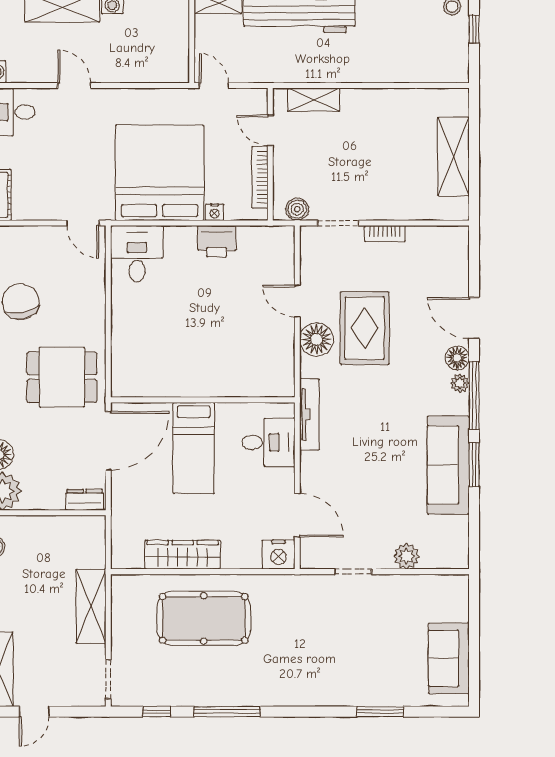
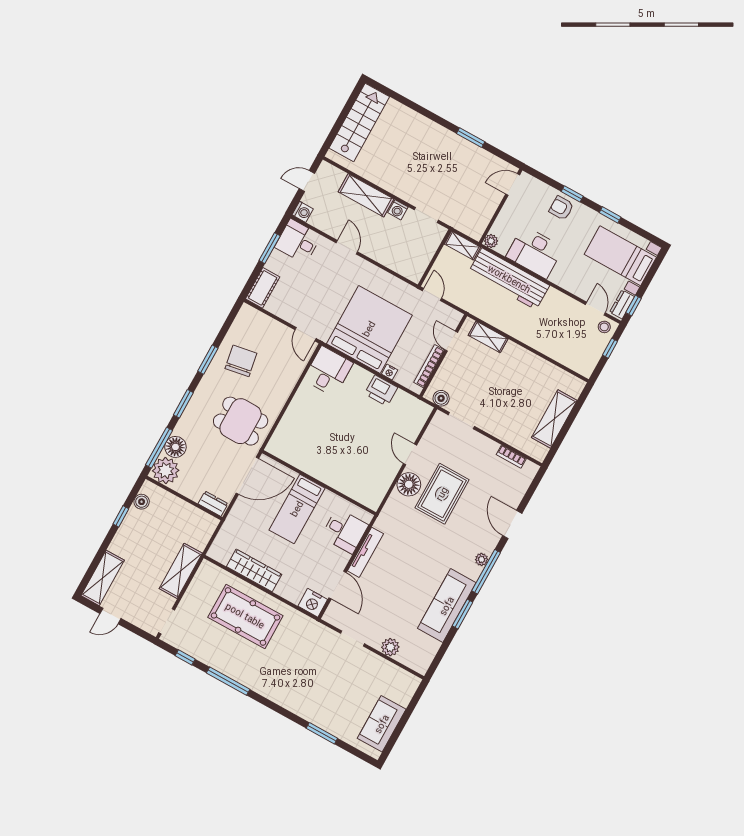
bookcase: (385, 234) -> (511, 457), moved
floor lamp: (457, 358) -> (488, 543), removed
tv unit: (309, 415) -> (365, 552), moved

